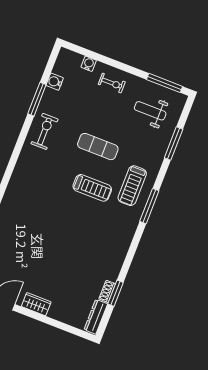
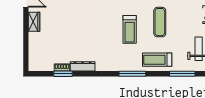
treadmill: (132, 186) -> (157, 60), moved
dresser: (96, 317) -> (83, 66), moved

